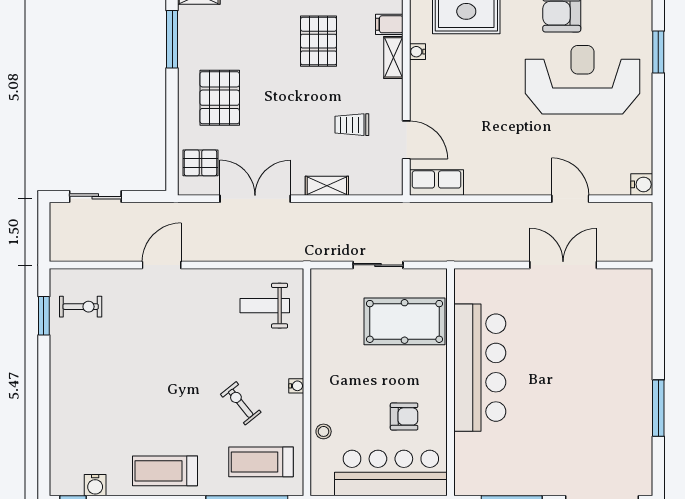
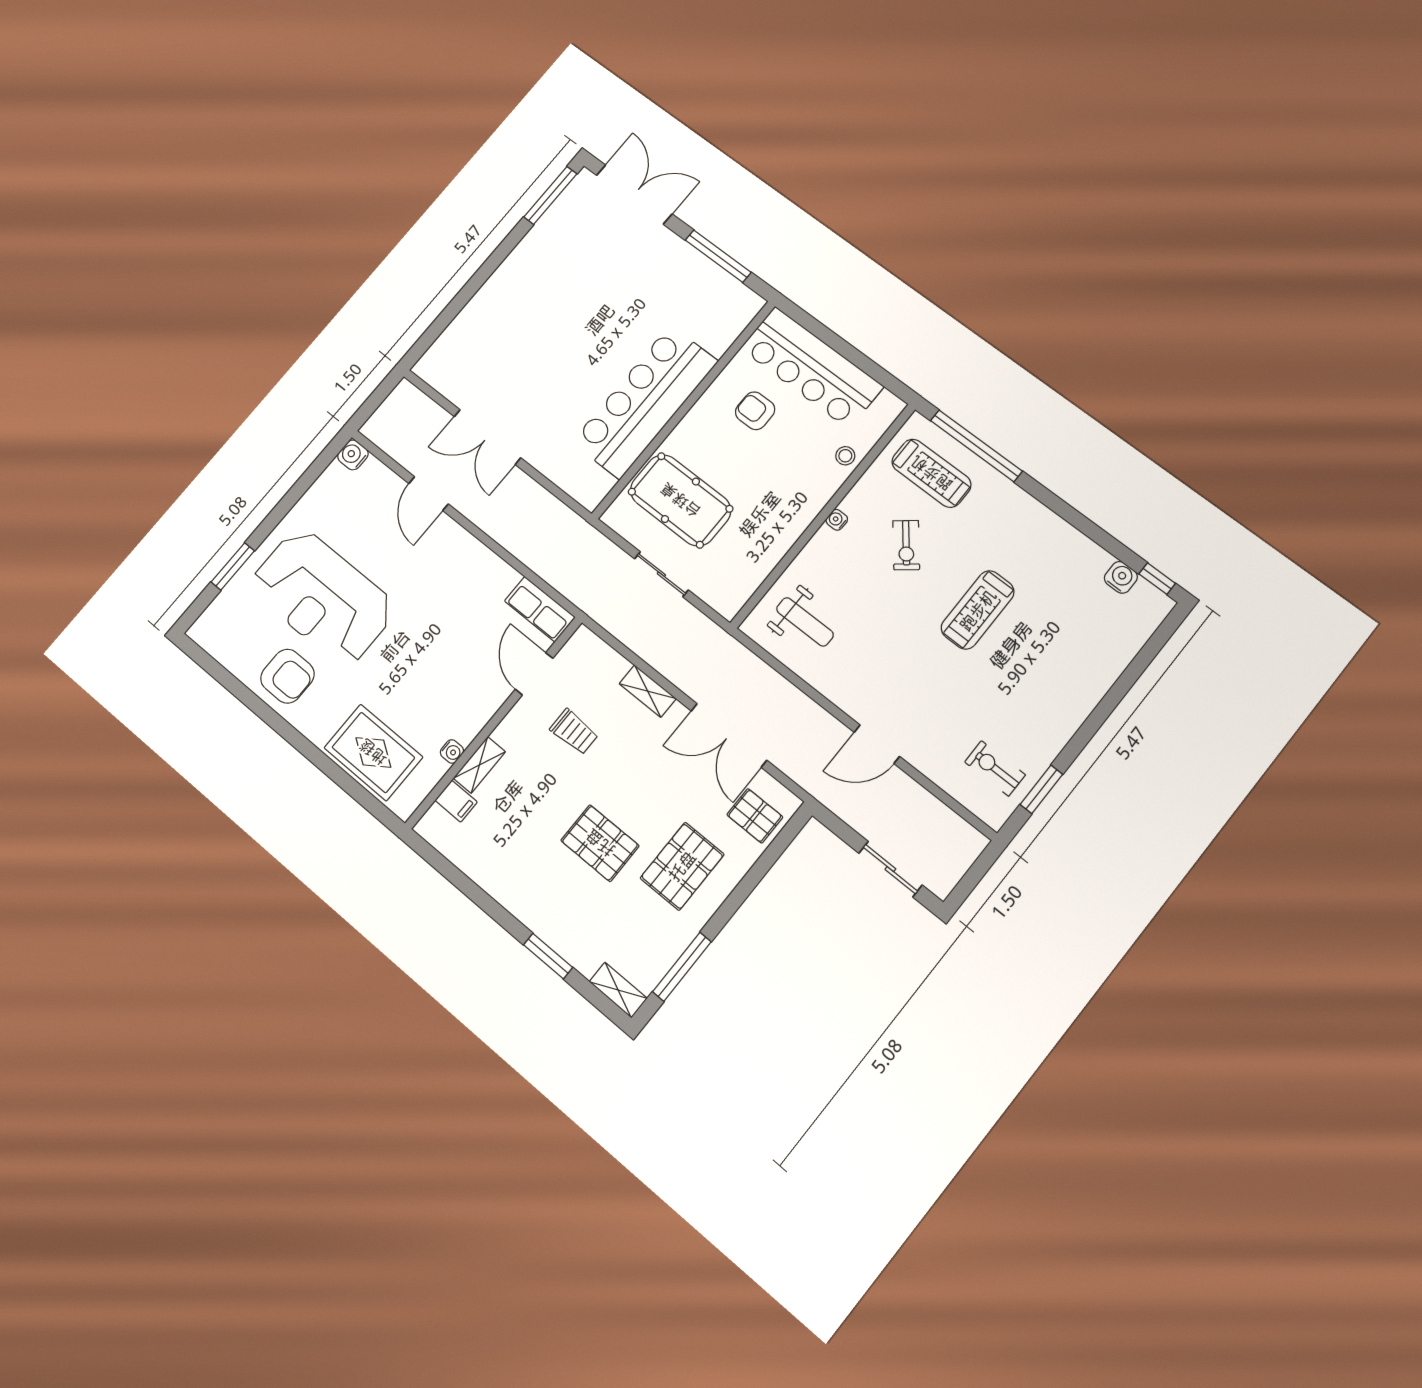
pallet: (319, 41) -> (600, 843), moved, turned 90
window: (658, 408) -> (550, 195), moved
treadmill: (165, 471) -> (978, 610), moved, turned 90

